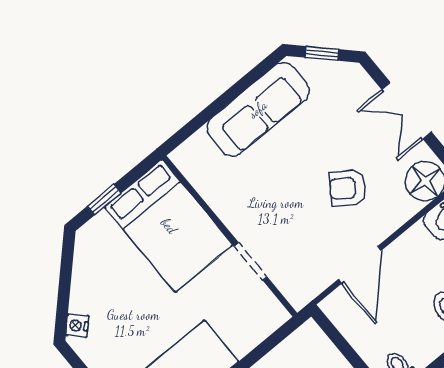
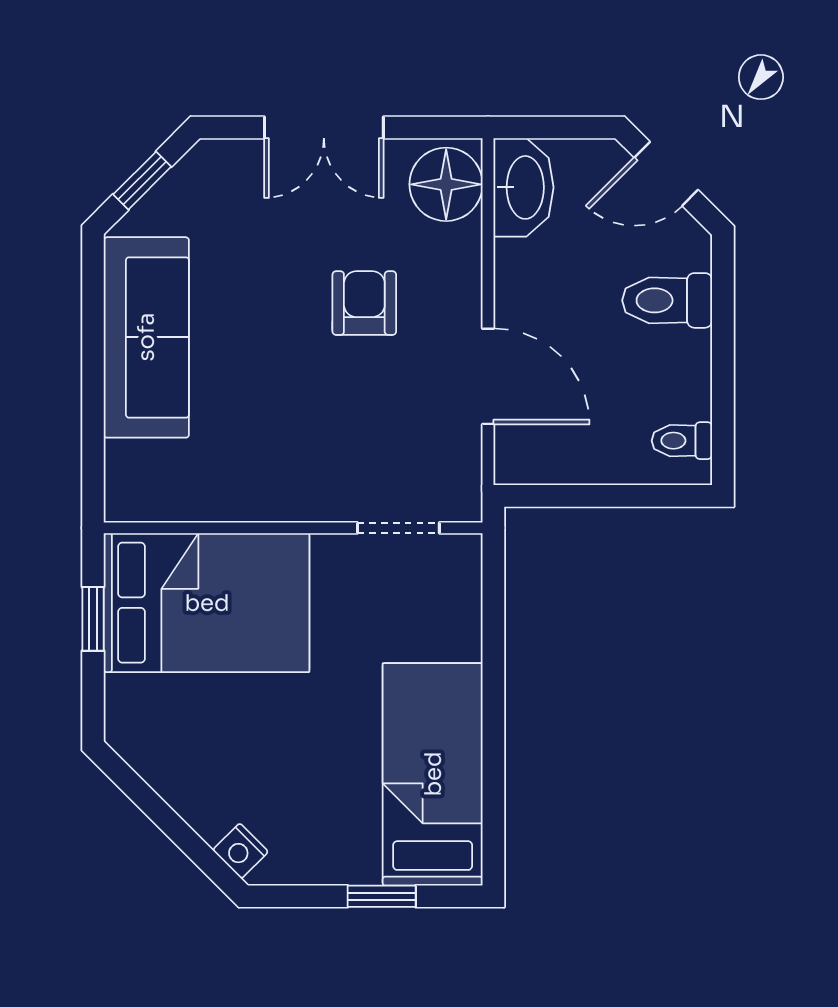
armchair: (348, 188) -> (364, 303), turned 145
window: (104, 200) -> (93, 619), moved
doorway: (251, 262) -> (398, 528), moved

